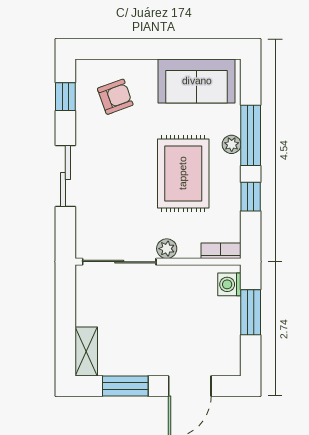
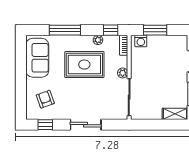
plant: (232, 144) -> (98, 40), moved
window: (251, 197) -> (111, 30), moved

